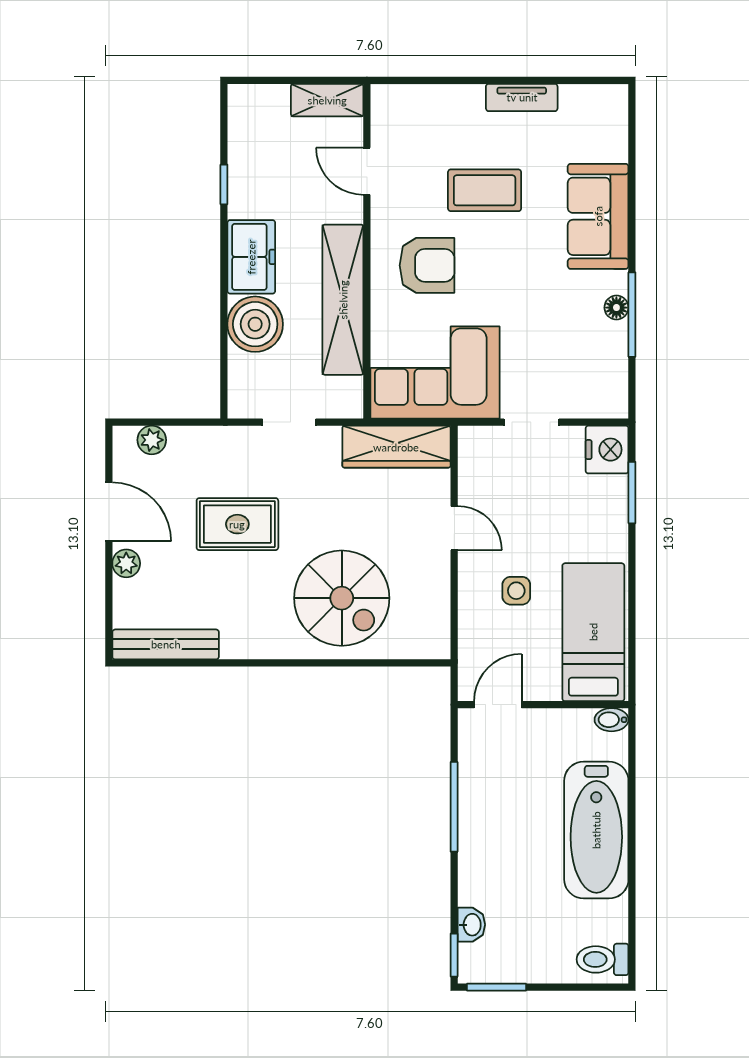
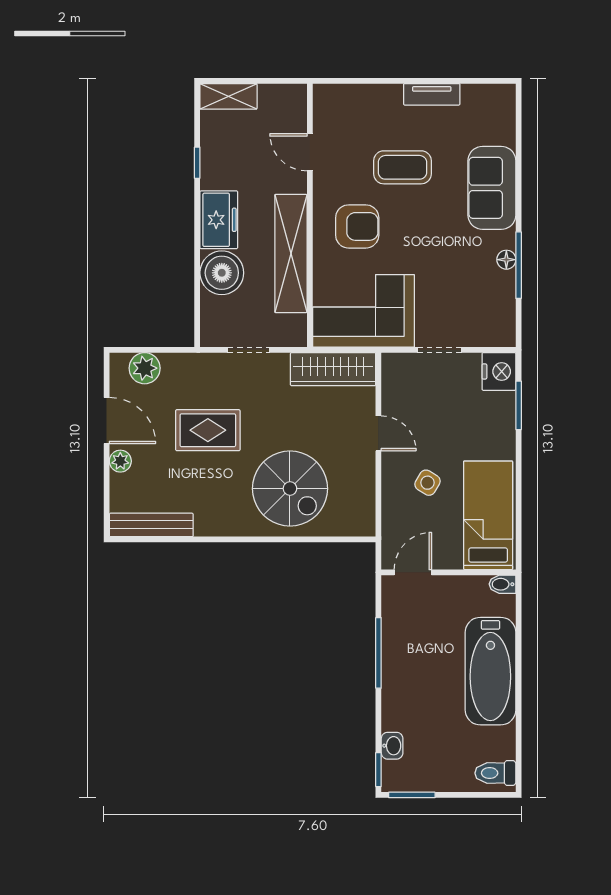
shelving: (327, 100) -> (228, 96), moved
plant: (152, 440) -> (145, 368), width x1.38, depth x1.38
side table: (516, 591) -> (427, 483), turned 31

